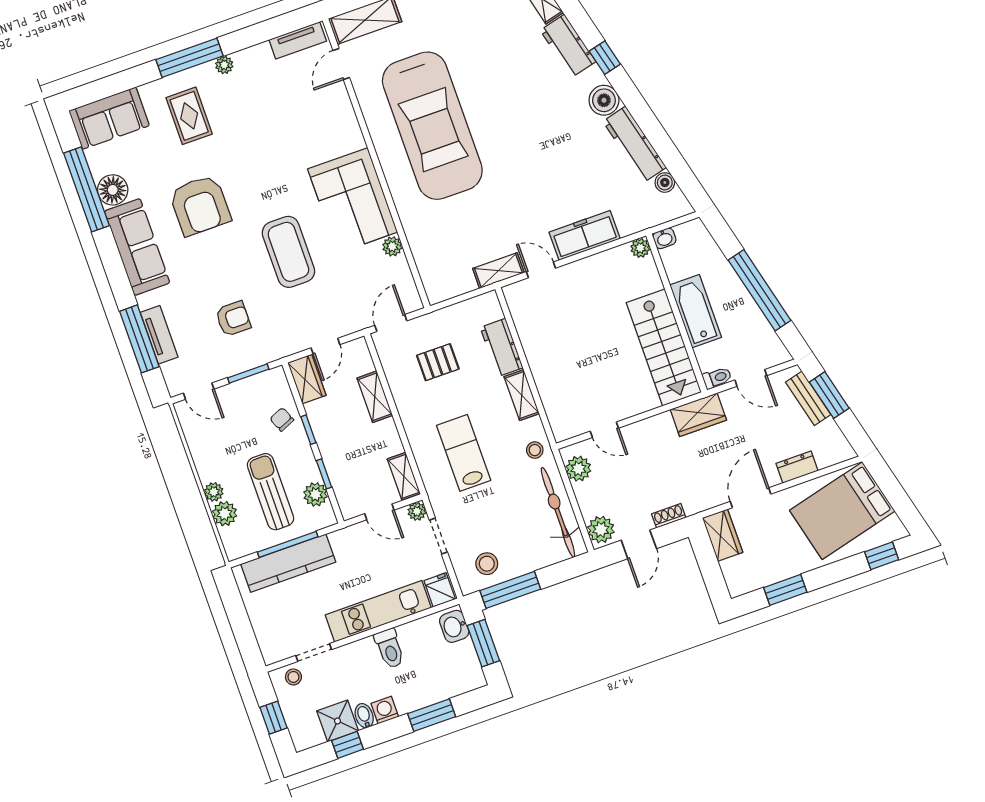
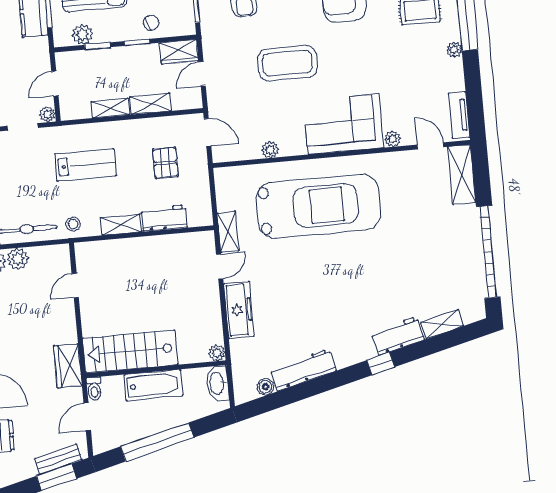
boiler: (604, 100) -> (346, 354), removed
plant: (344, 109) -> (393, 139), added
car: (432, 126) -> (318, 206), moved, turned 180
corner sofa: (353, 200) -> (343, 124), moved
washbasin: (664, 238) -> (217, 383), width x1.91, depth x1.45
door: (325, 346) -> (202, 74), hinge flipped
plant: (578, 469) -> (18, 259), moved
shelving: (404, 476) -> (110, 108), moved

